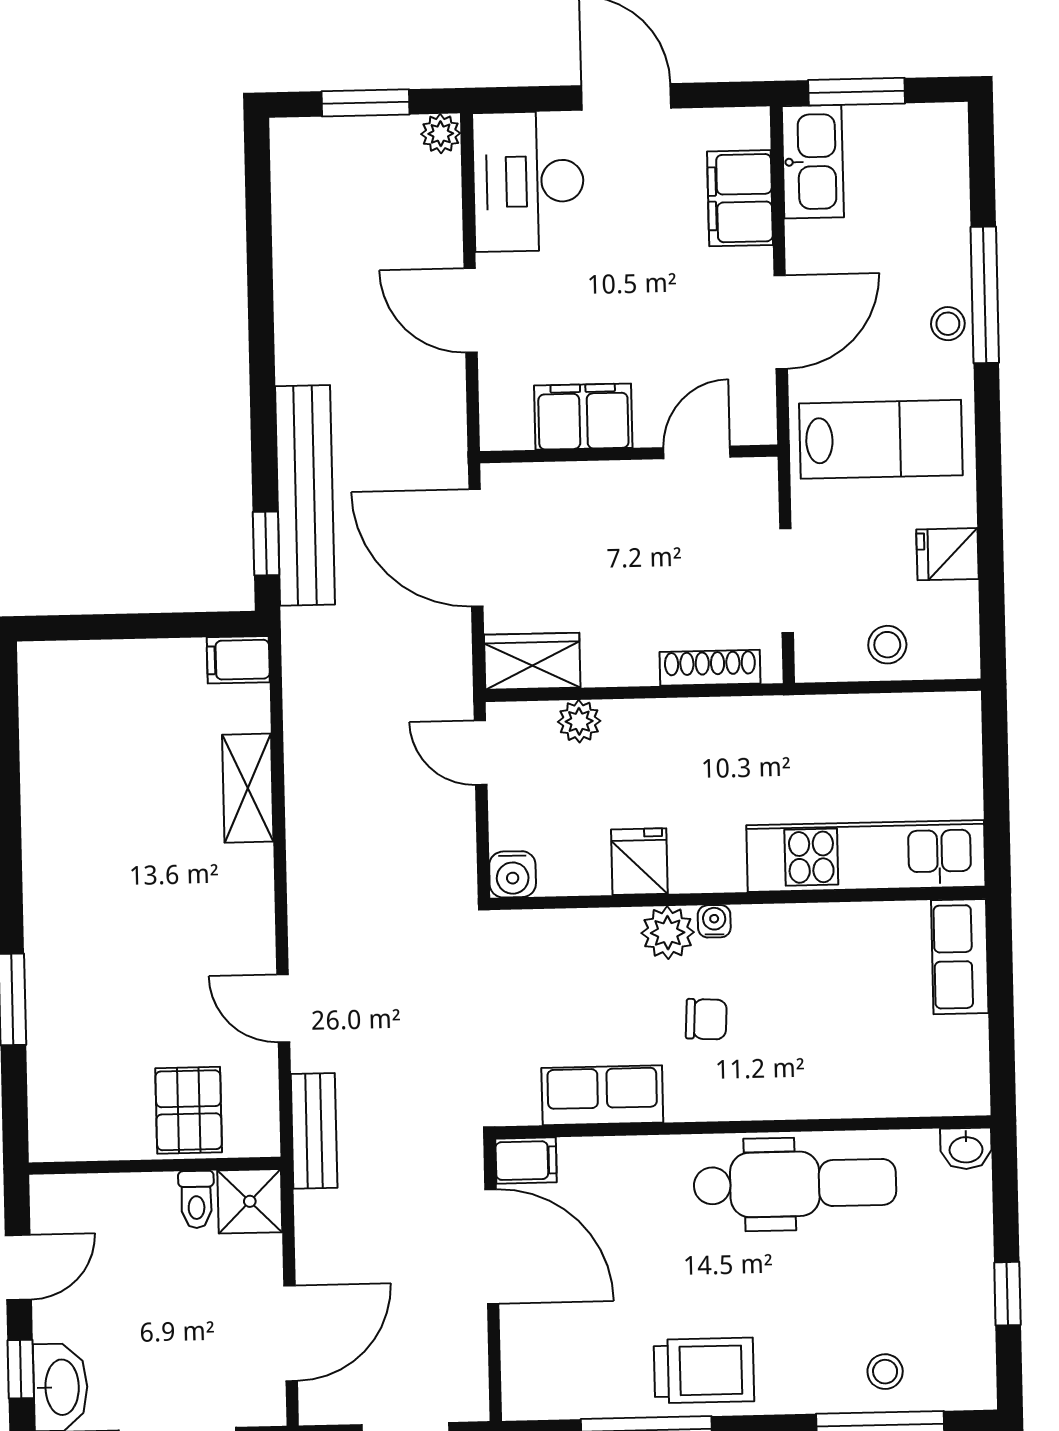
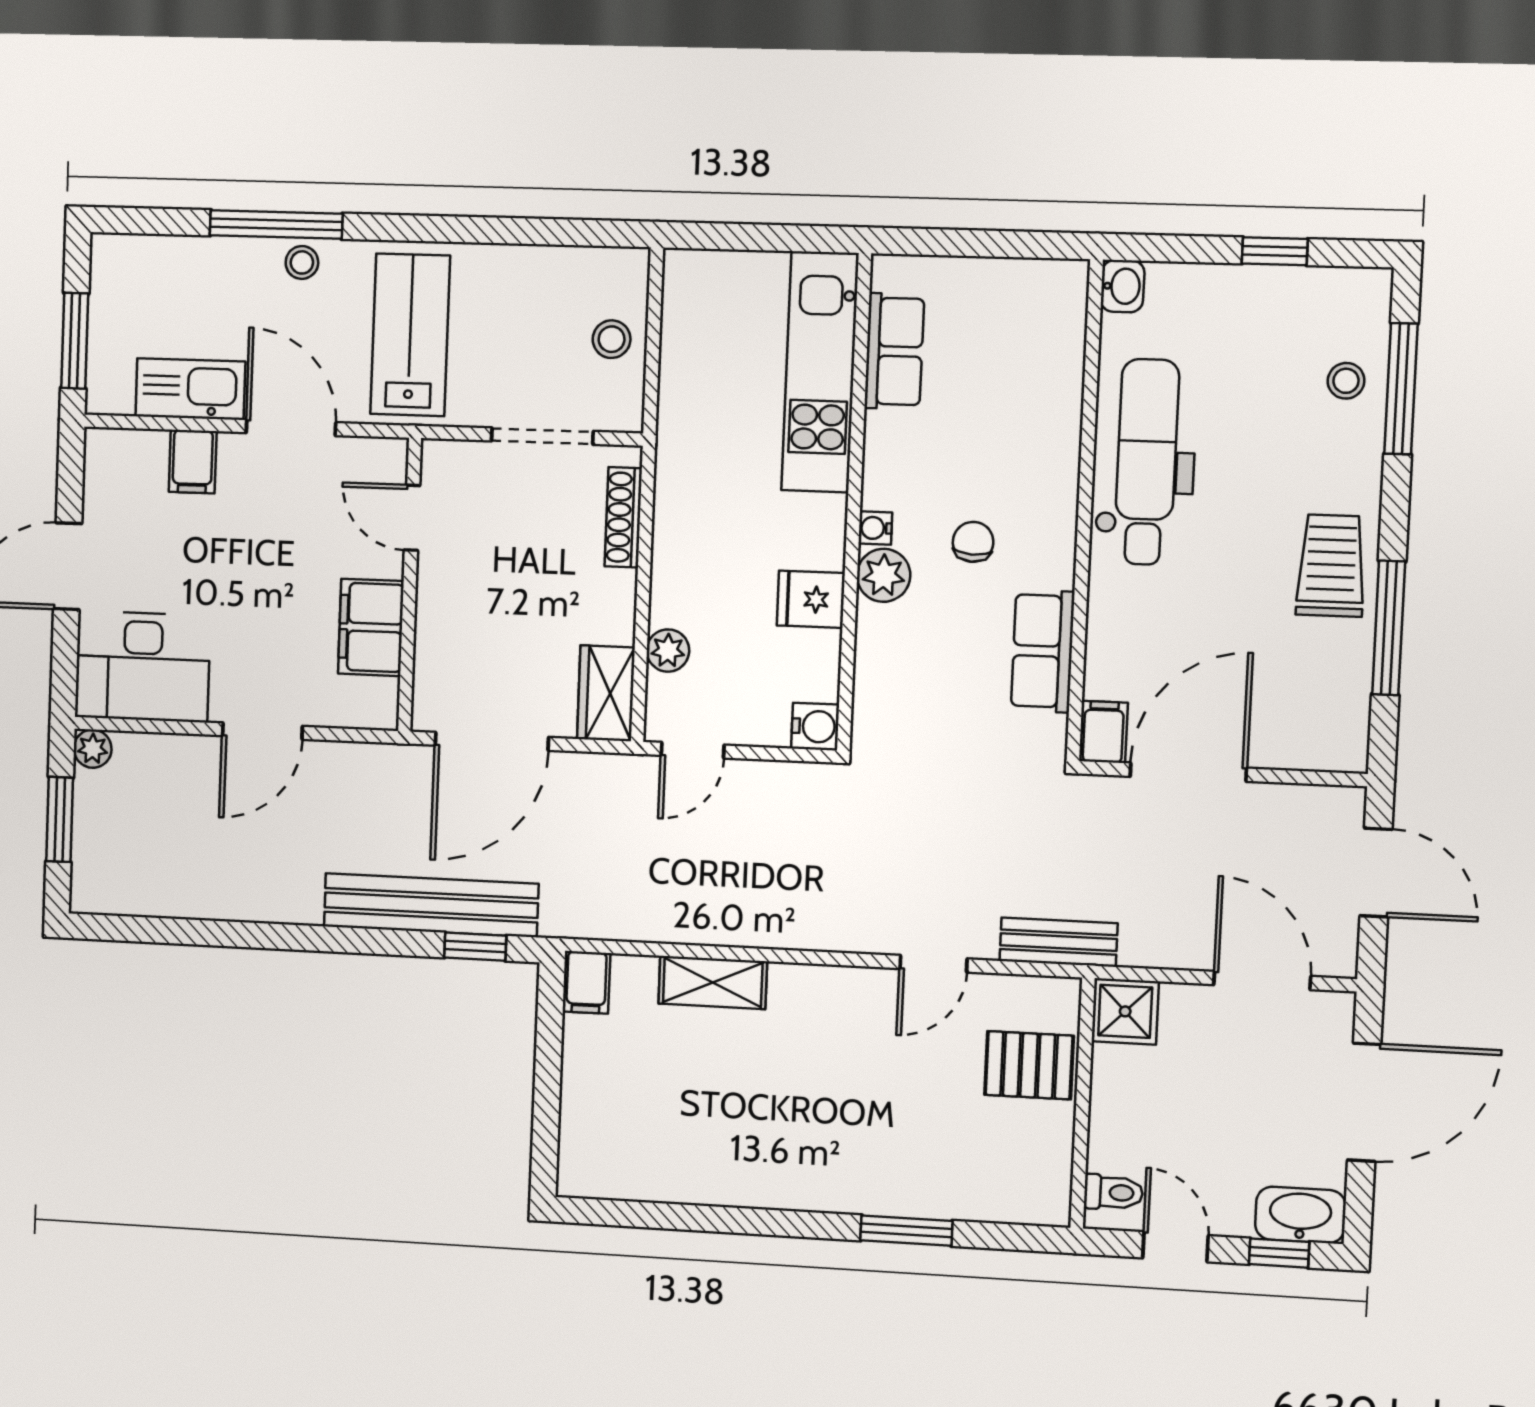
kitchen sink: (813, 162) -> (190, 389), moved
filing cabinet: (740, 198) -> (193, 462), width x0.50
fridge: (947, 554) -> (526, 274), removed
row of seats: (960, 957) -> (894, 351), moved, turned -90
toilet: (196, 1200) -> (1113, 1192), moved

